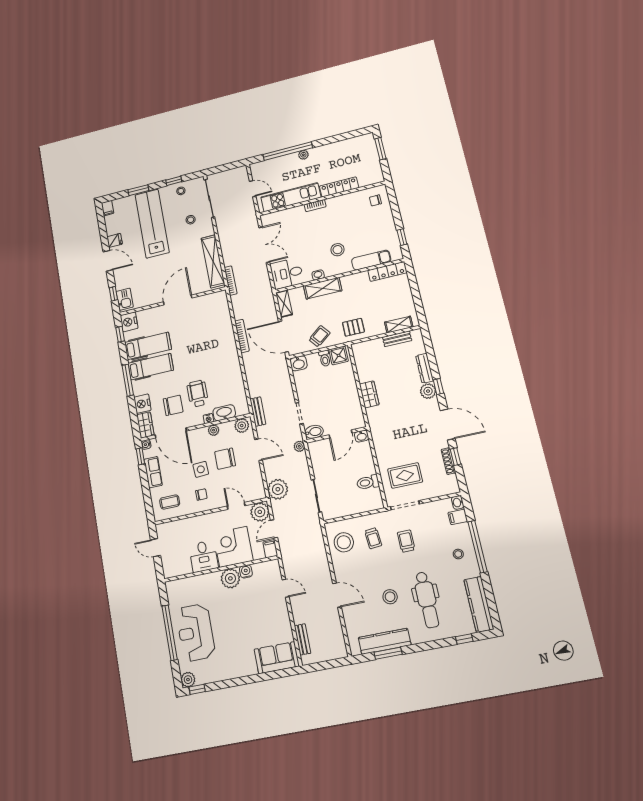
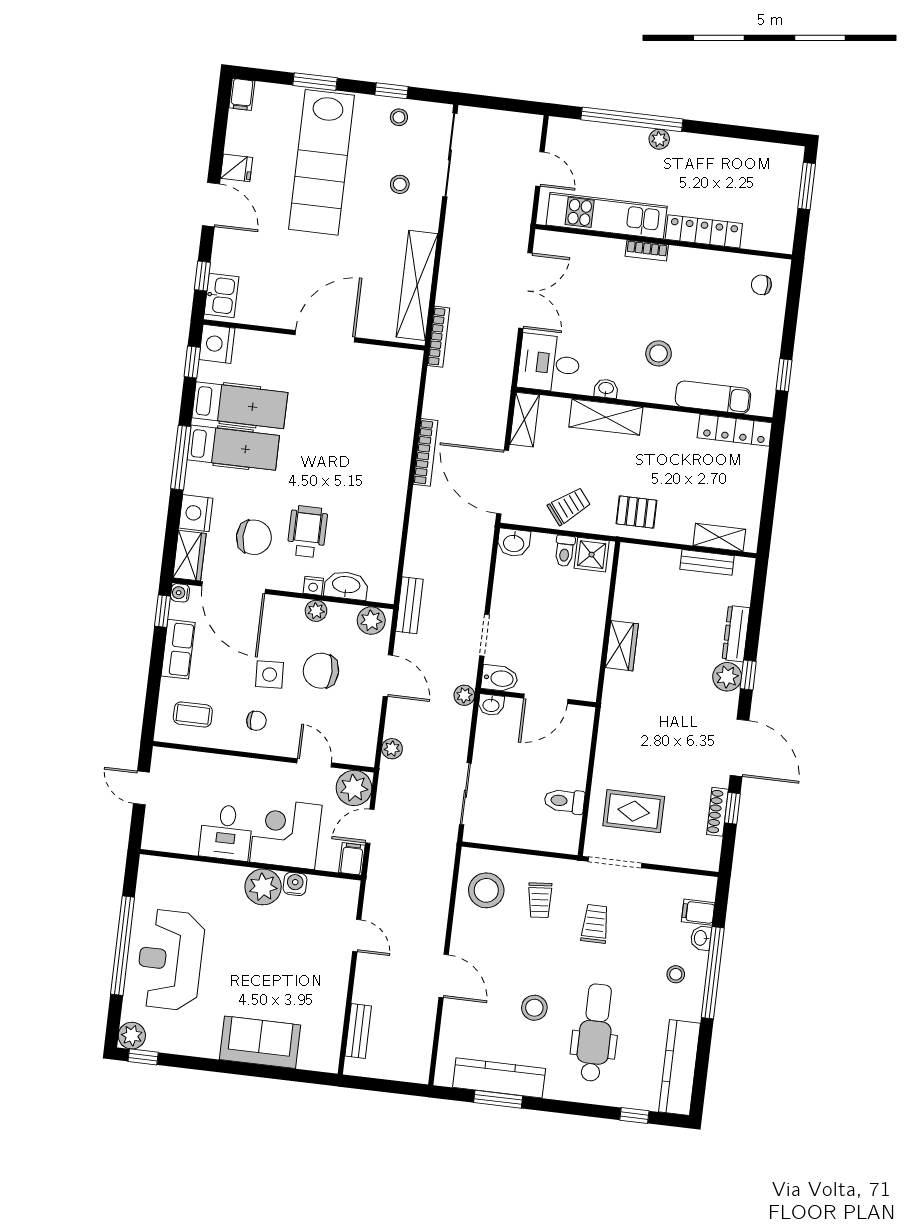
lab bench: (152, 224) -> (322, 162), turned 180
washbasin: (362, 436) -> (491, 705), moved
plant: (278, 489) -> (392, 749), width x0.53, depth x0.53
washbasin: (458, 502) -> (701, 938), moved
dental chair: (427, 600) -> (595, 1033), turned 180
sofa: (277, 658) -> (260, 1042), moved

